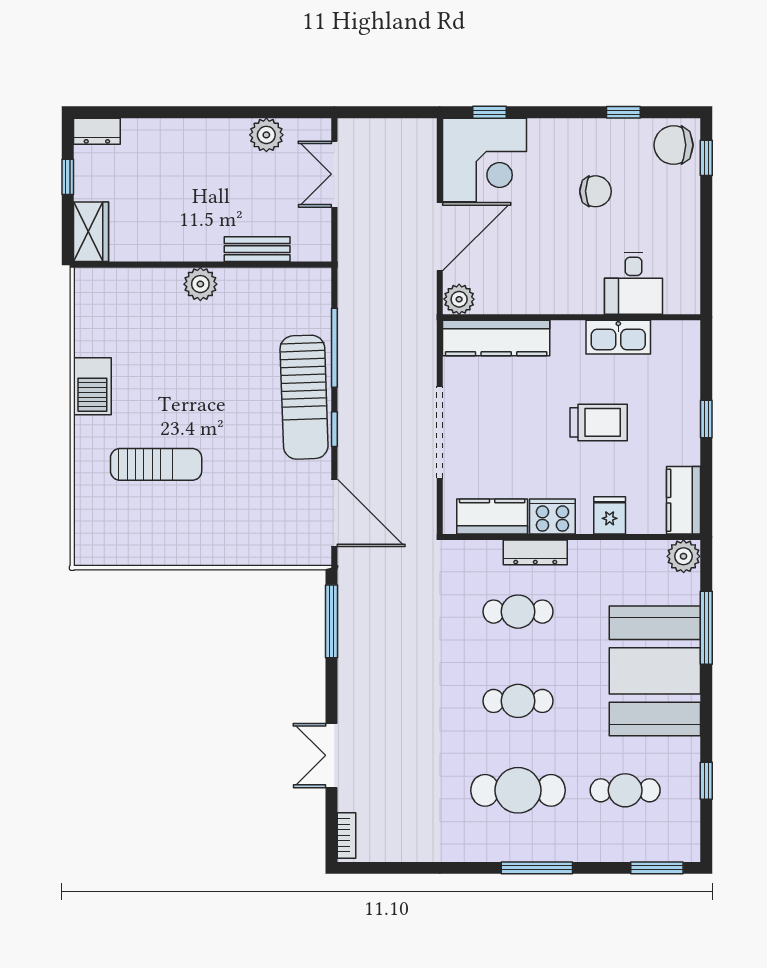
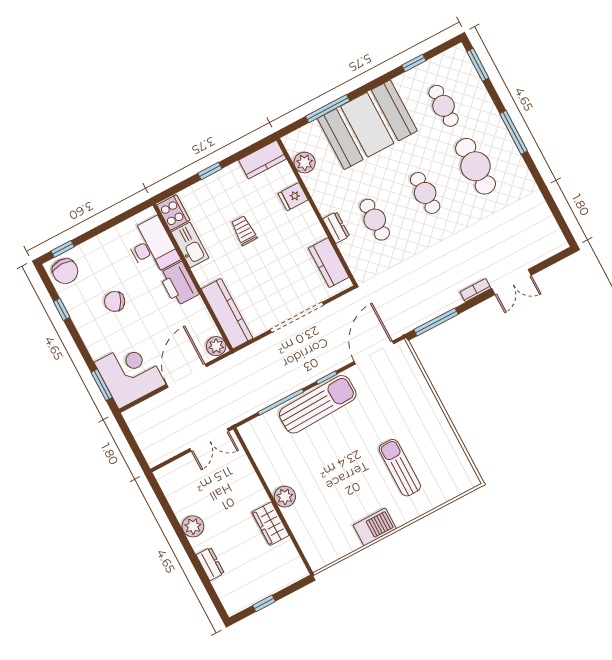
window: (489, 112) -> (102, 385), width x1.50
dresser: (97, 131) -> (210, 564), moved
plant: (266, 135) -> (193, 526), moved
double door: (334, 174) -> (209, 440), moved
chair: (595, 191) -> (115, 301), turned -62
wardrobe: (91, 232) -> (271, 524), moved, turned -90
door: (440, 237) -> (187, 376), hinge flipped
bench: (257, 249) -> (248, 475), removed
desk: (633, 283) -> (152, 246), width x1.37
printer: (573, 293) -> (179, 284), added
trolley: (599, 422) -> (244, 231), width x0.73, depth x0.72
cooker: (552, 516) -> (173, 213), moved, turned 180
dresser: (535, 552) -> (336, 228), width x0.70
plant: (684, 556) -> (305, 163), moved
bookcase: (346, 835) -> (475, 290), moved

